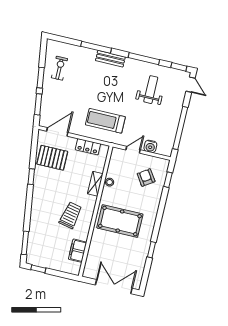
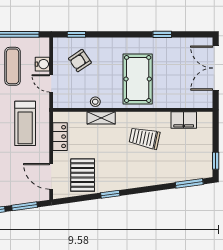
exercise mat: (154, 122) -> (13, 66), added

